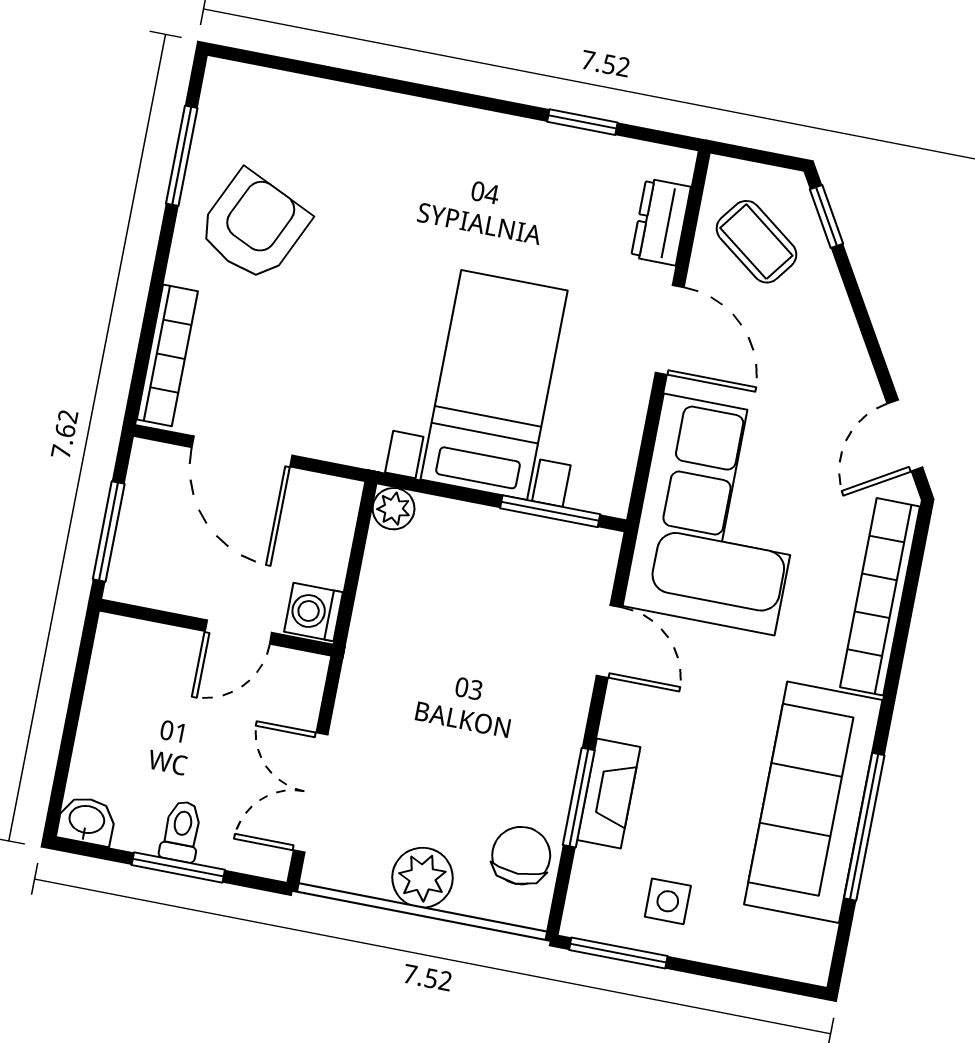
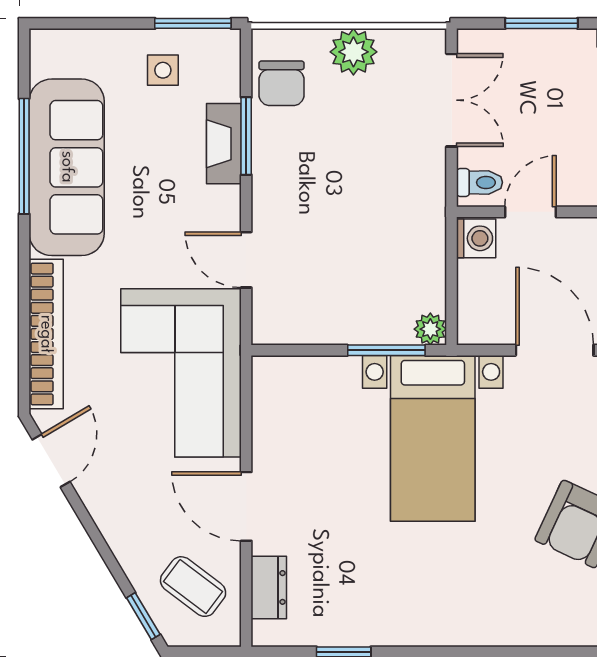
bed with nightstands: (494, 385) -> (433, 438), moved
window: (550, 511) -> (386, 350), moved
toilet: (181, 831) -> (480, 182), moved, turned -90

